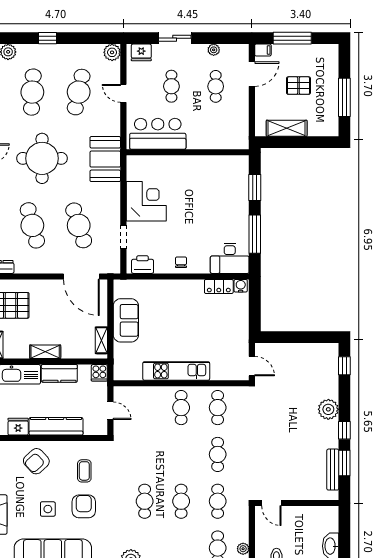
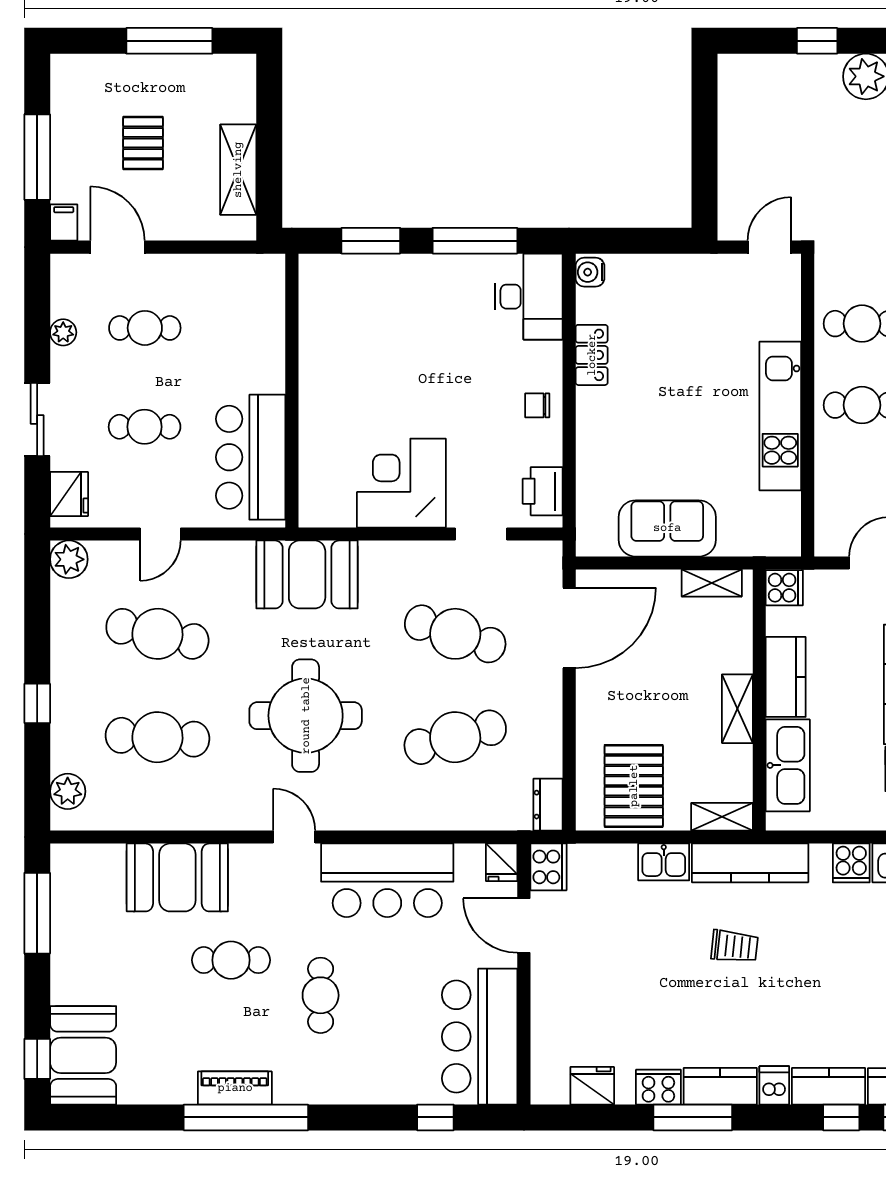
cafe table: (79, 225) -> (455, 634), turned 36
locker: (219, 286) -> (592, 355), moved
window: (344, 366) -> (817, 41), moved

